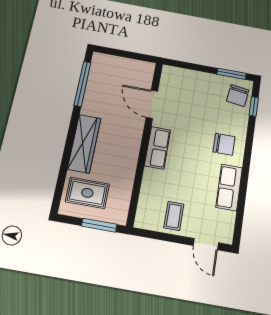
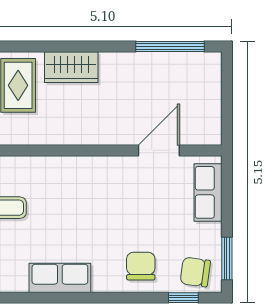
wardrobe: (84, 144) -> (71, 67), width x0.67
chair: (224, 144) -> (141, 266), moved, turned 180
row of seats: (157, 148) -> (208, 192), moved, turned 90

